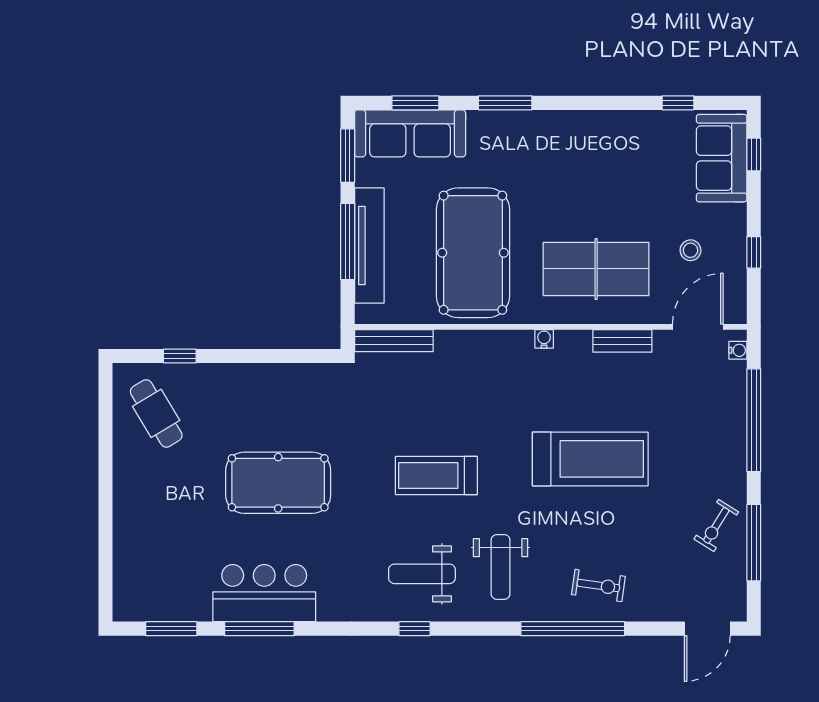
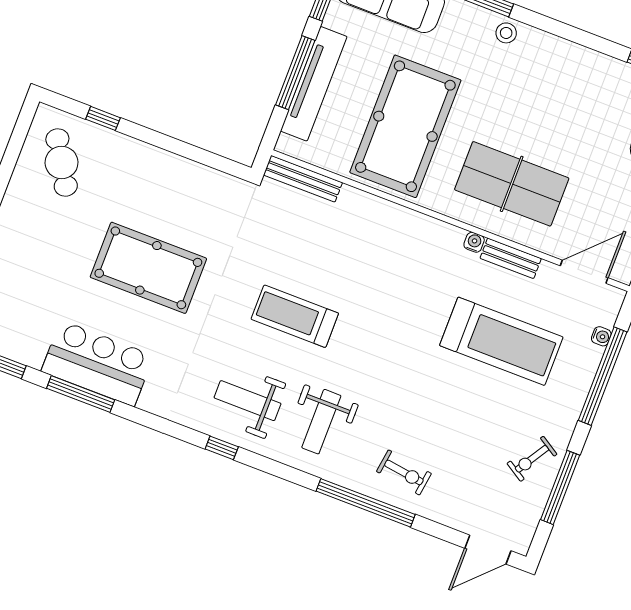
stool: (690, 250) -> (506, 33), moved
water cooler: (544, 339) -> (474, 242), moved
water cooler: (738, 350) -> (601, 336), moved
treadmill: (590, 459) -> (501, 341), moved

